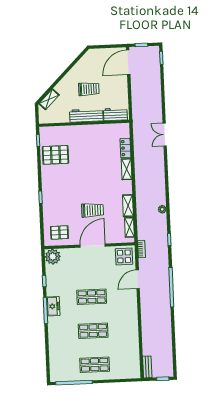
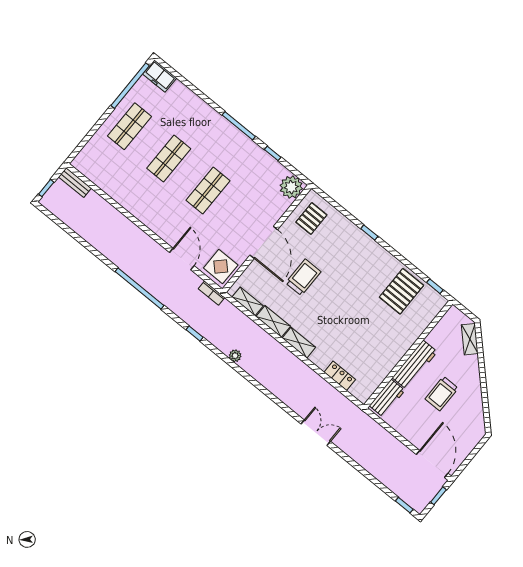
shelving: (127, 169) -> (299, 343), moved
trolley: (92, 210) -> (303, 277), turned 180
freezer: (53, 306) -> (160, 76), moved

